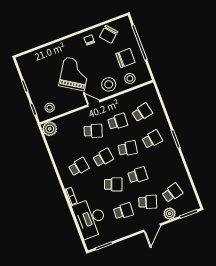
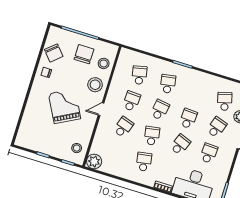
grand piano: (74, 74) -> (65, 106), turned 30

